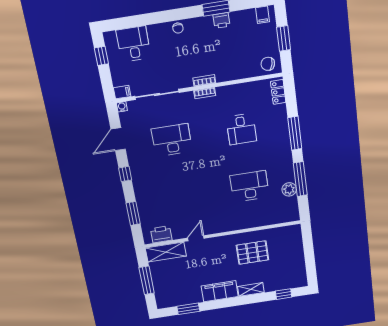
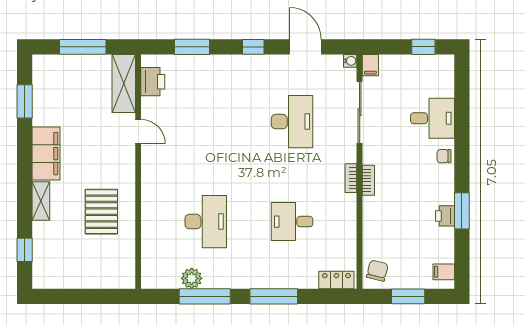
desk: (134, 44) -> (432, 118), moved

